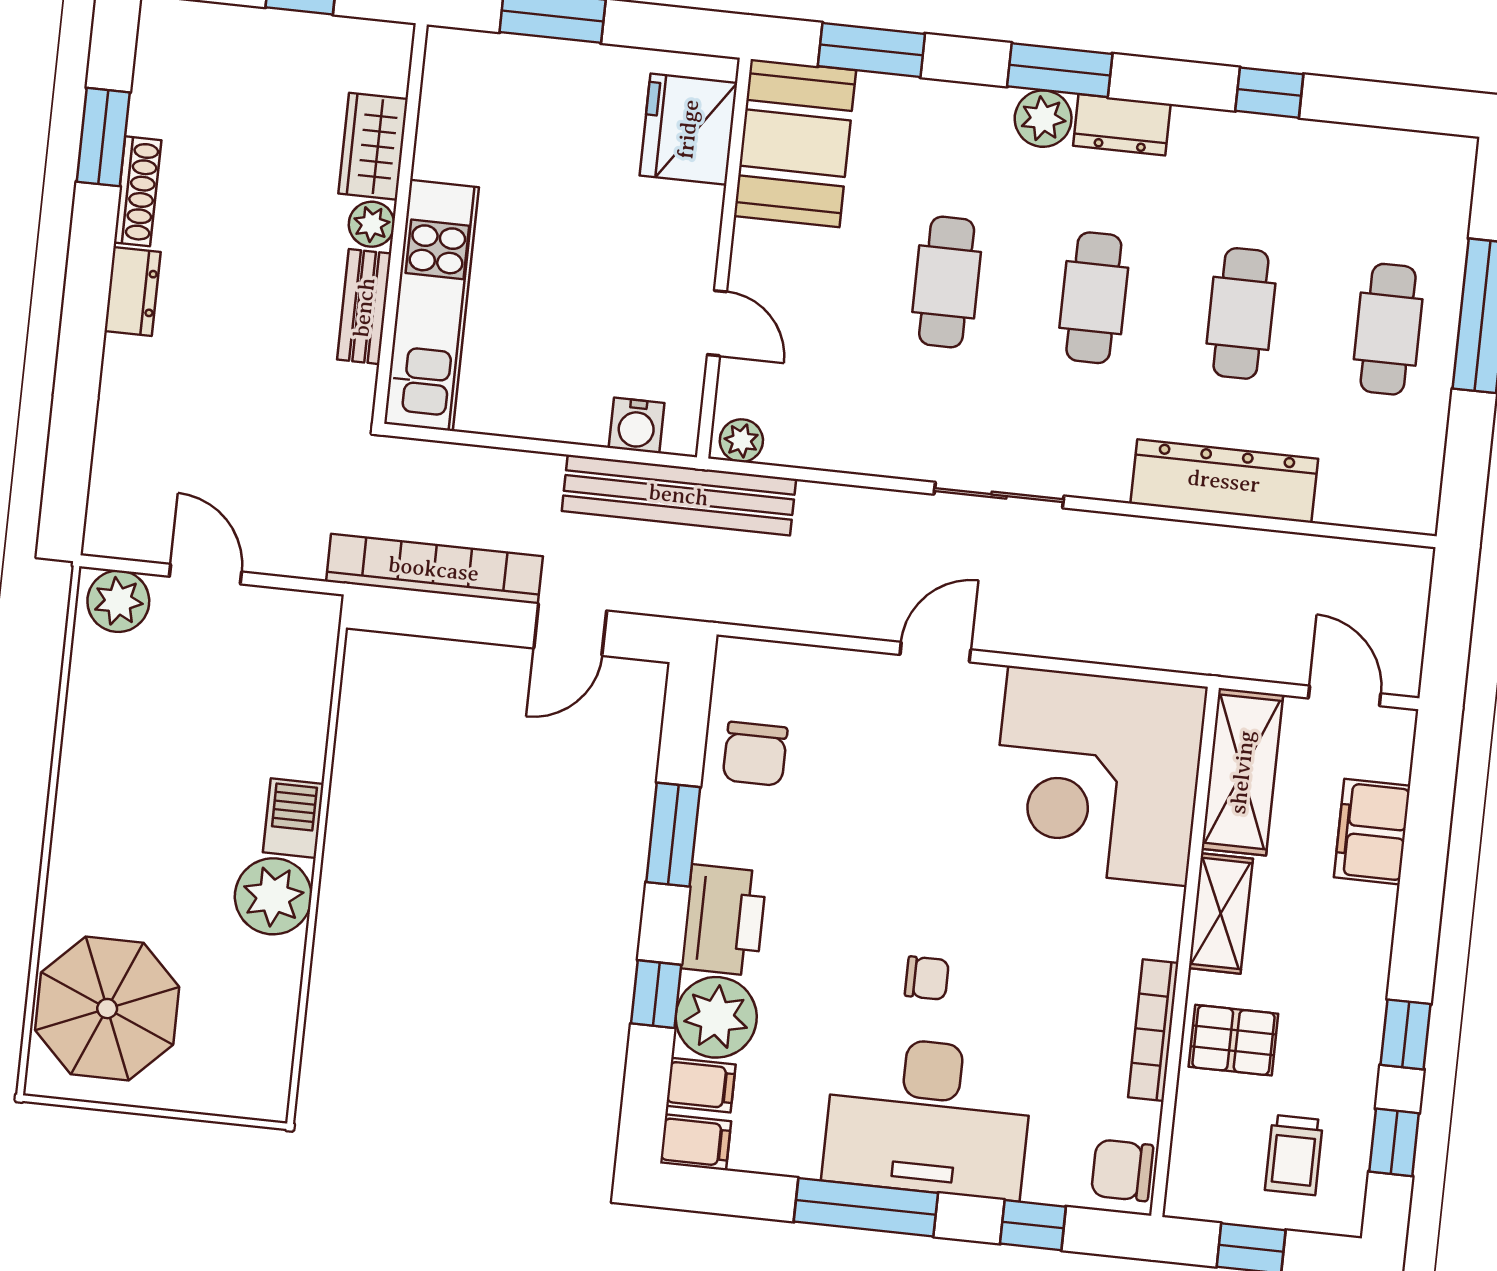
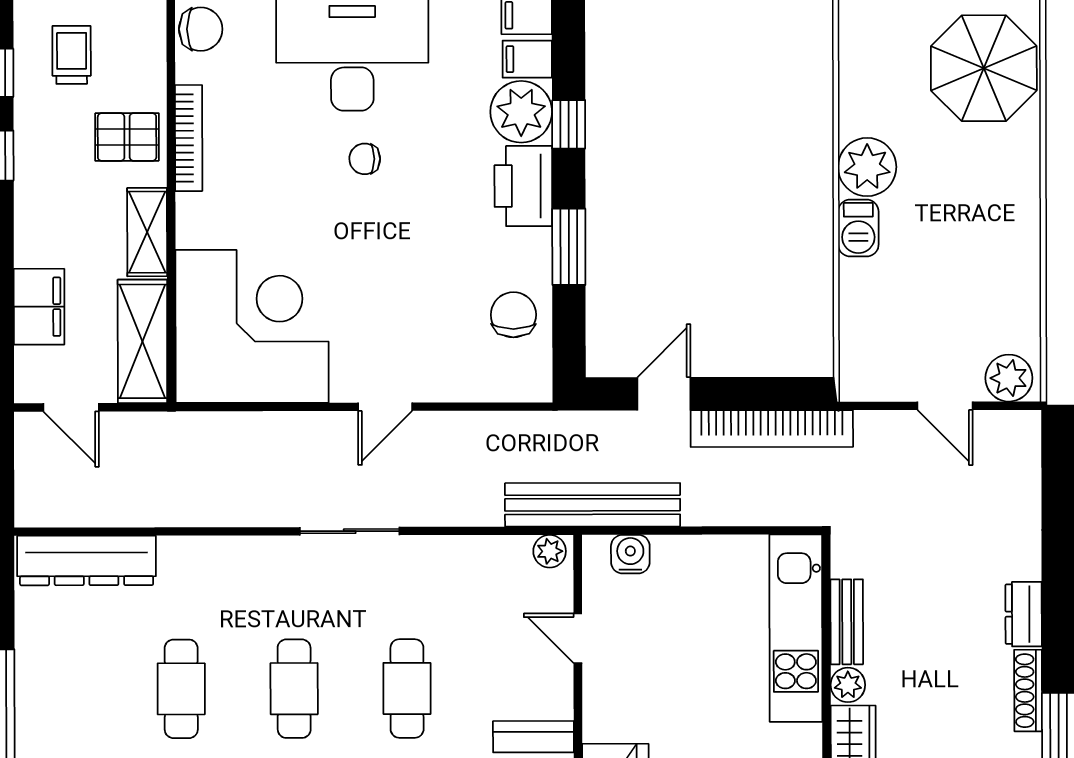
cafe table: (1388, 329) -> (68, 689), removed
dresser: (1224, 481) -> (87, 560), moved

